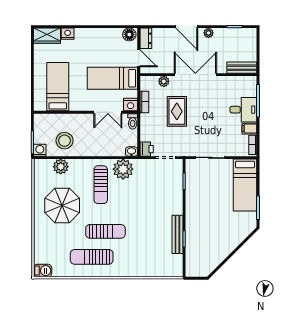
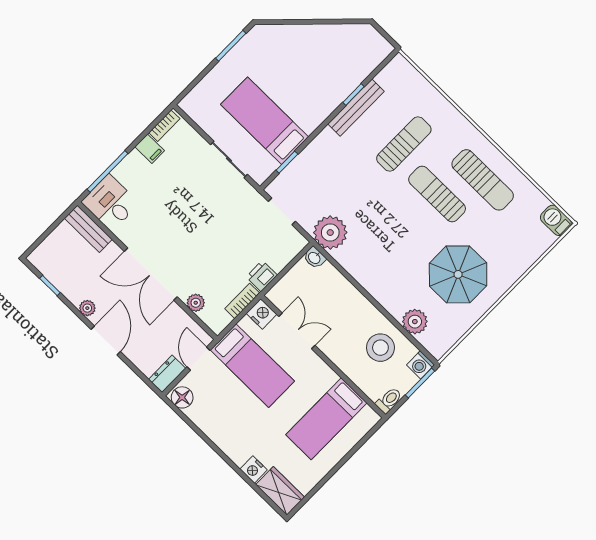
desk: (243, 110) -> (110, 203), moved
rug: (177, 111) -> (215, 252), removed
toilet: (133, 121) -> (389, 400), moved
printer: (147, 149) -> (262, 276), moved
plant: (123, 169) -> (330, 233), moved
sun lounger: (101, 185) -> (404, 144), moved
bed: (245, 185) -> (265, 121), moved, turned -90

